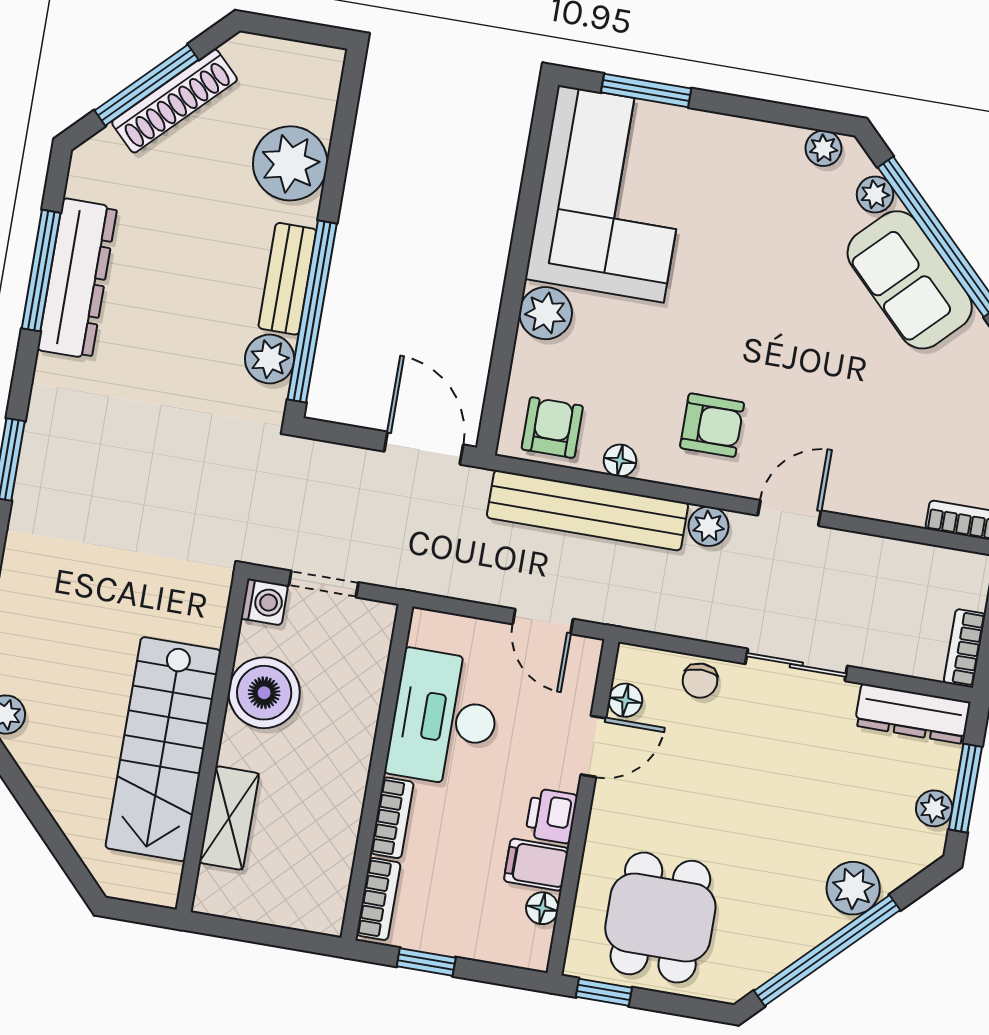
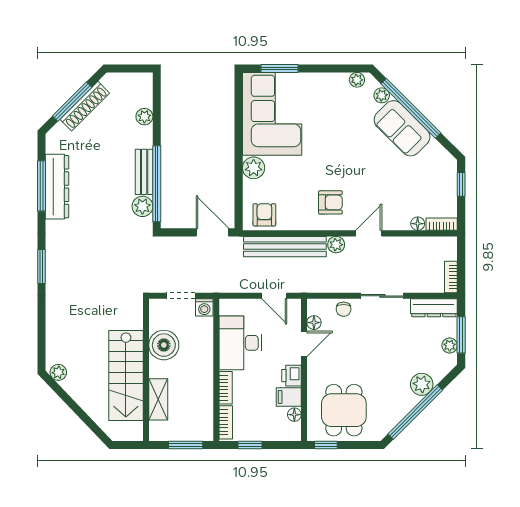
plant: (290, 163) -> (144, 117), width x0.53, depth x0.53
floor lamp: (620, 461) -> (418, 224), moved
washing machine: (264, 602) -> (204, 307), moved, turned 90
window: (275, 936) -> (186, 445), added

